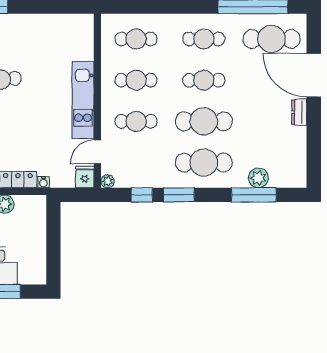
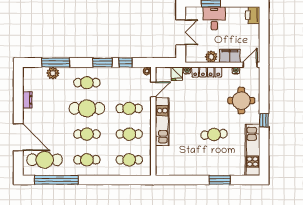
dresser: (299, 112) -> (27, 100), moved
cafe table: (204, 163) -> (87, 83), width x0.73, depth x0.74
fridge: (85, 177) -> (177, 74), moved
double door: (53, 243) -> (181, 32), added

